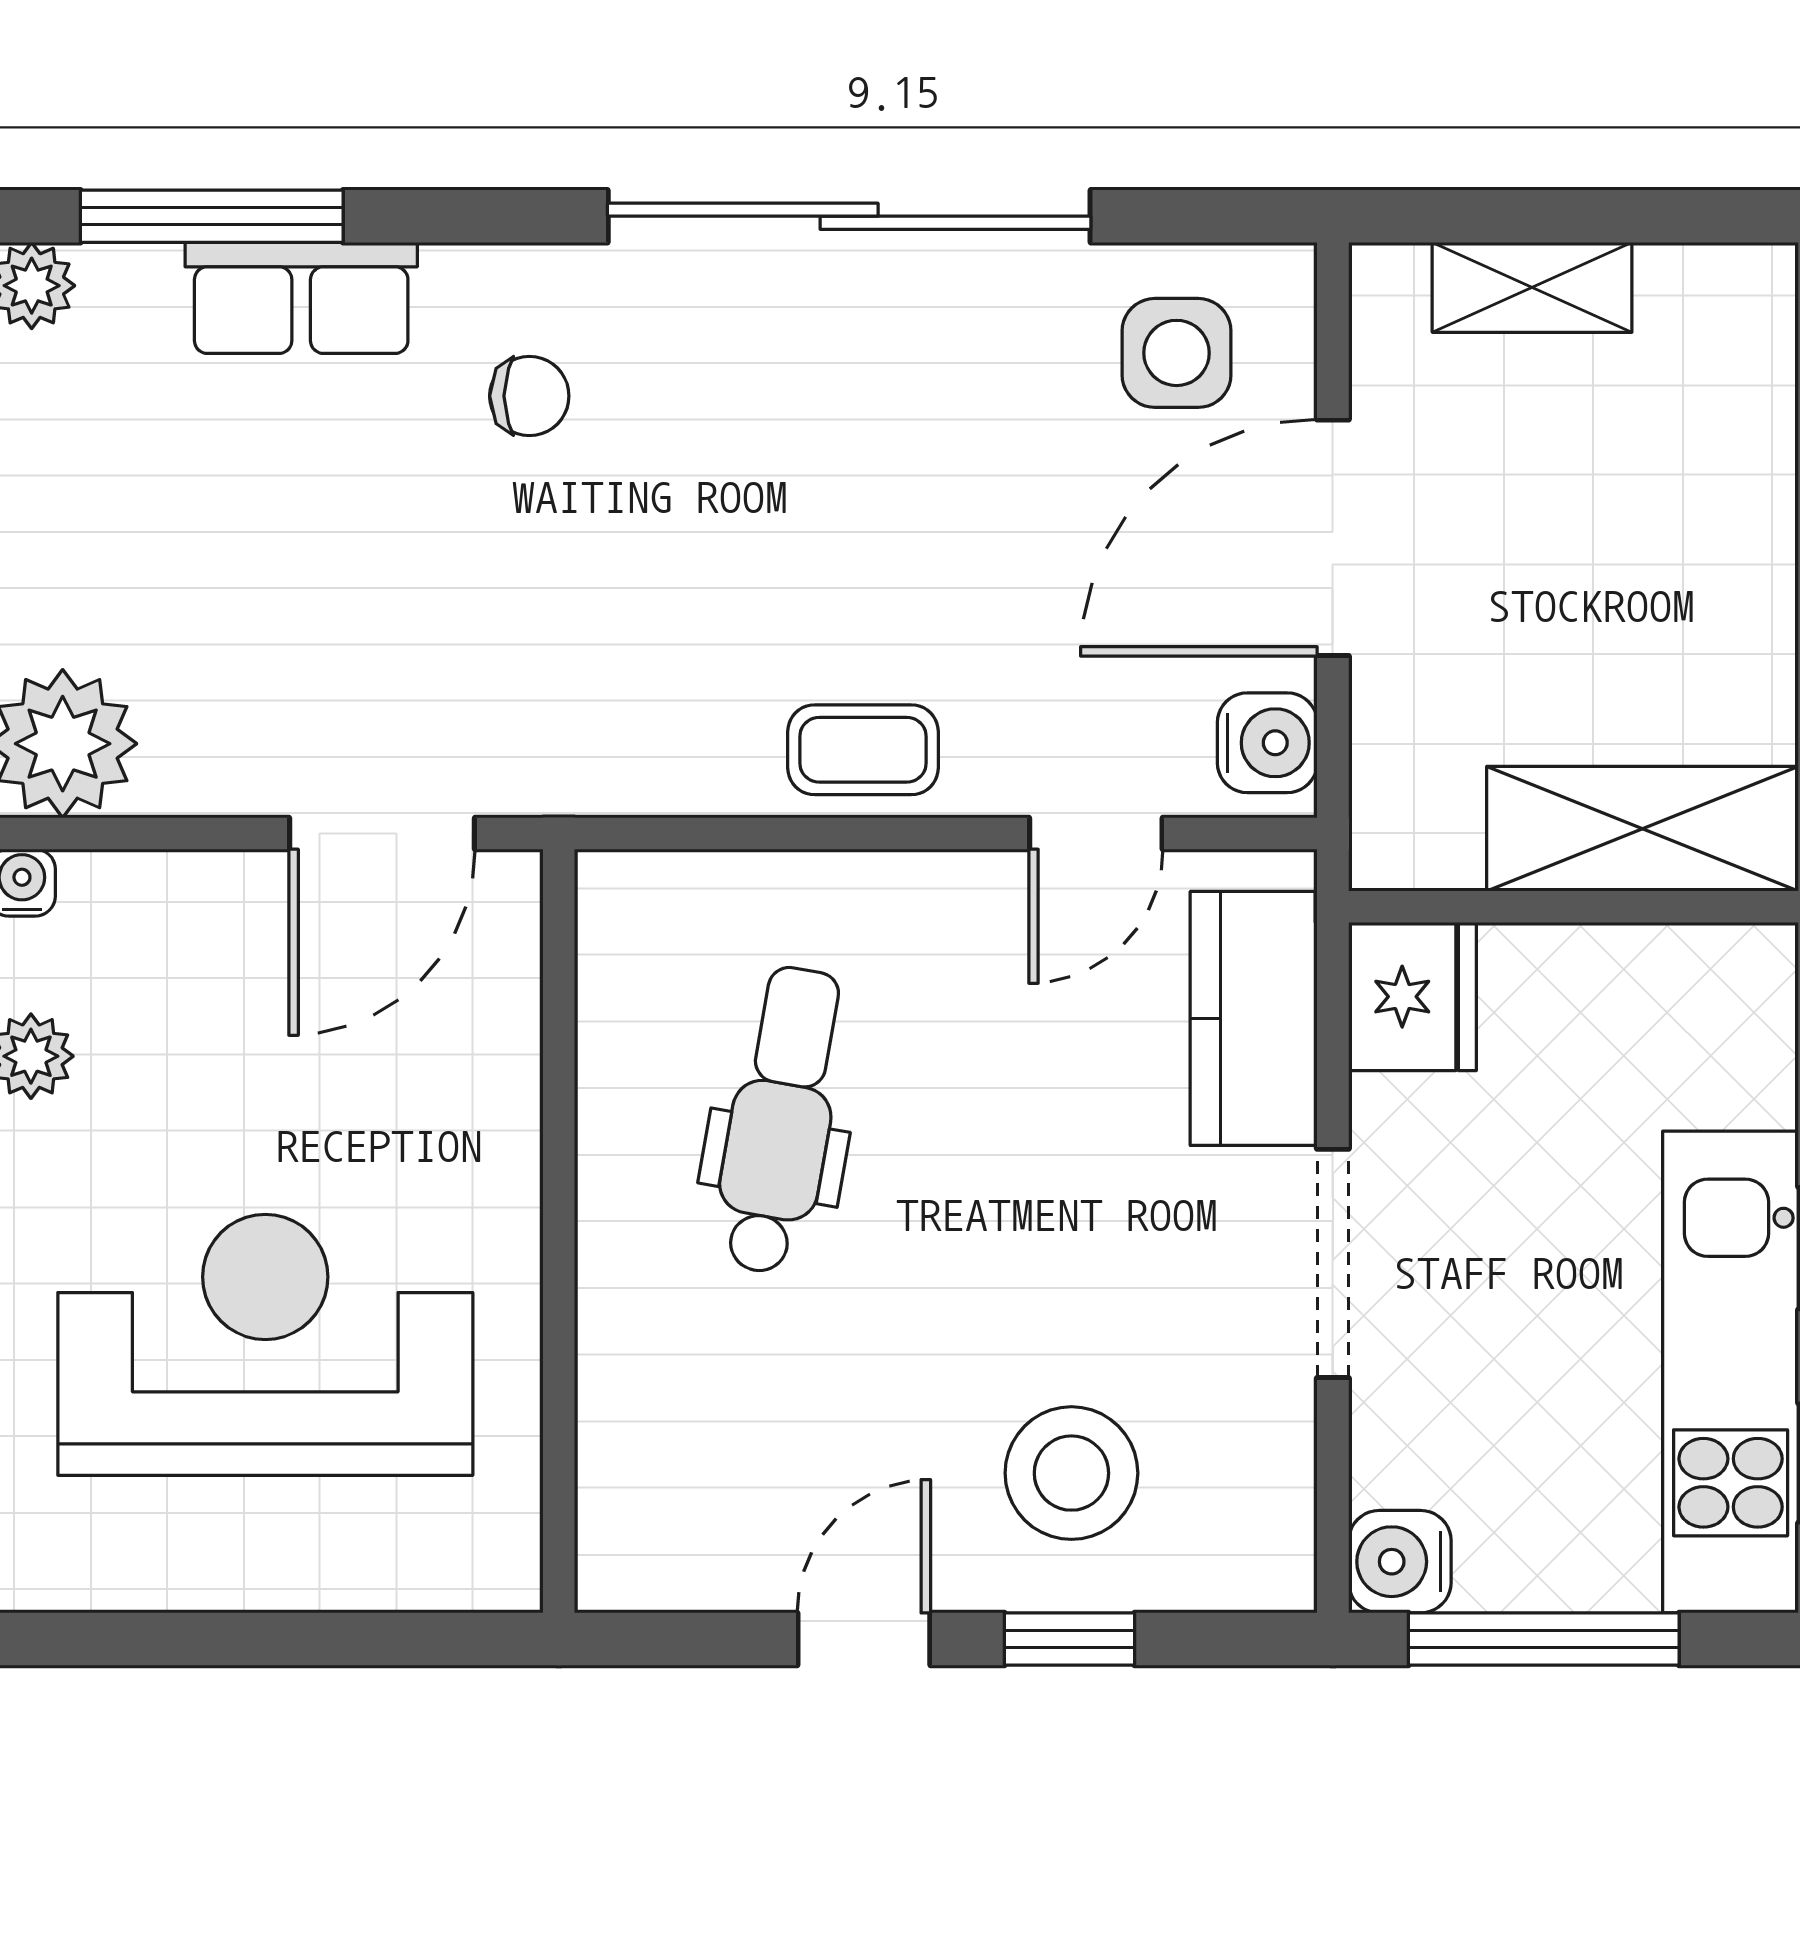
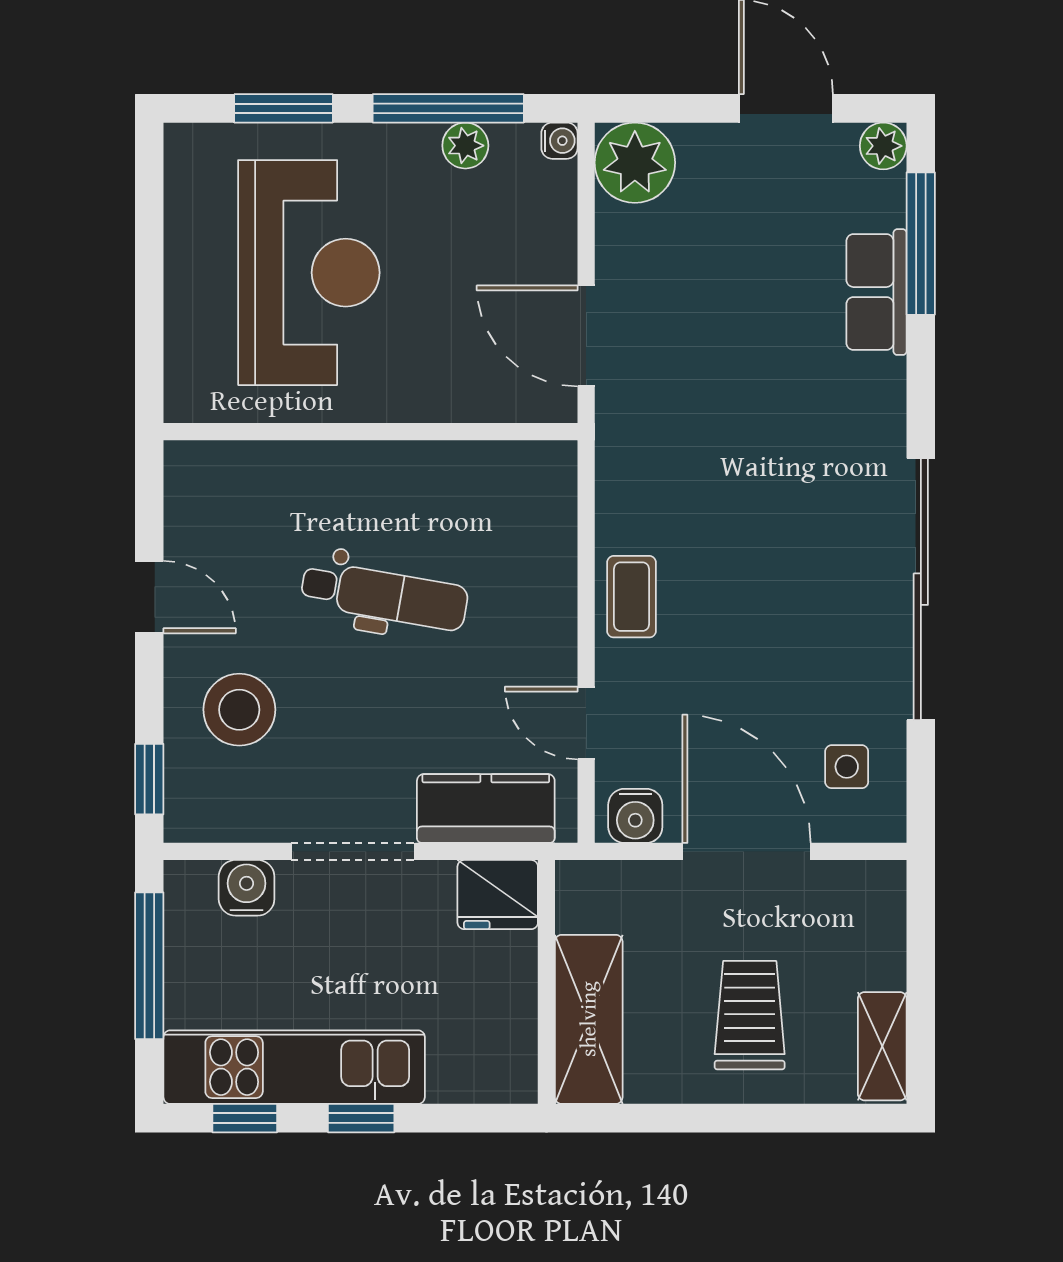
shelving: (1532, 287) -> (882, 1046), moved
side table: (1176, 353) -> (847, 767), width x0.73, depth x0.73
chair: (529, 396) -> (823, 416), removed
trolley: (1635, 532) -> (750, 1015), added
dental chair: (781, 1120) -> (384, 596), moved
water cooler: (1400, 1562) -> (247, 888), moved
window: (1070, 1639) -> (149, 779), moved

